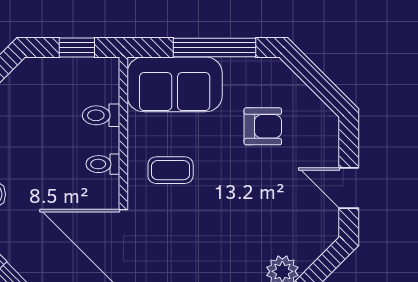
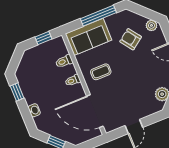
plant: (320, 115) -> (151, 25), added
armchair: (263, 126) -> (131, 39), turned -126

